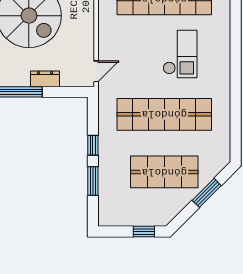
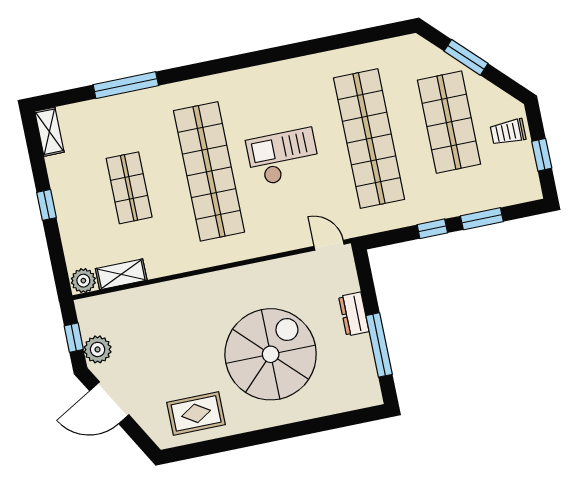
checkout: (180, 54) -> (283, 157), moved
trolley: (149, 211) -> (508, 132), added
window: (144, 231) -> (542, 155), moved

